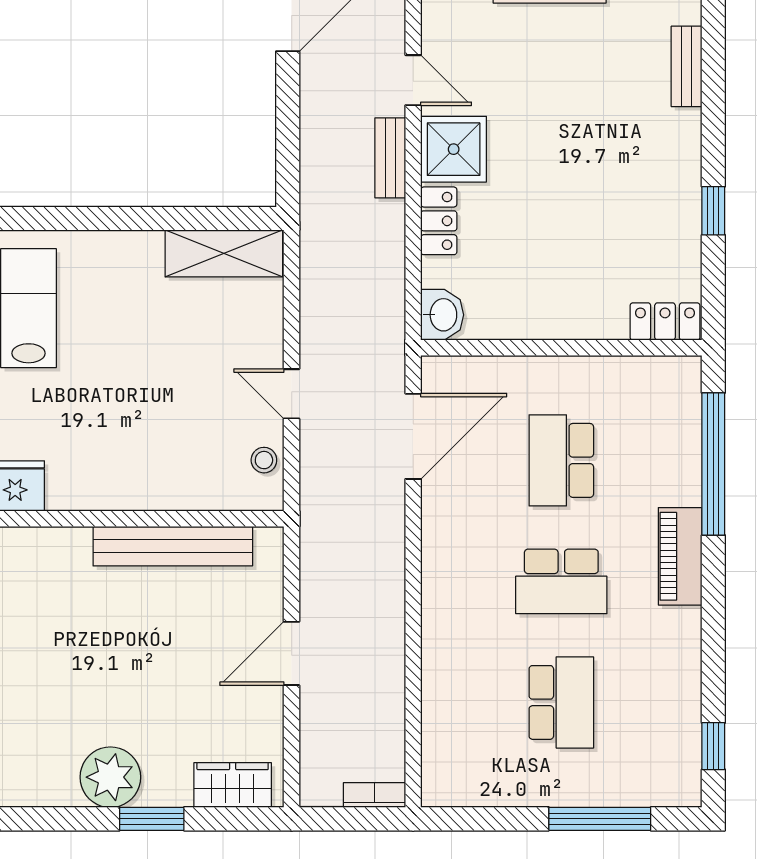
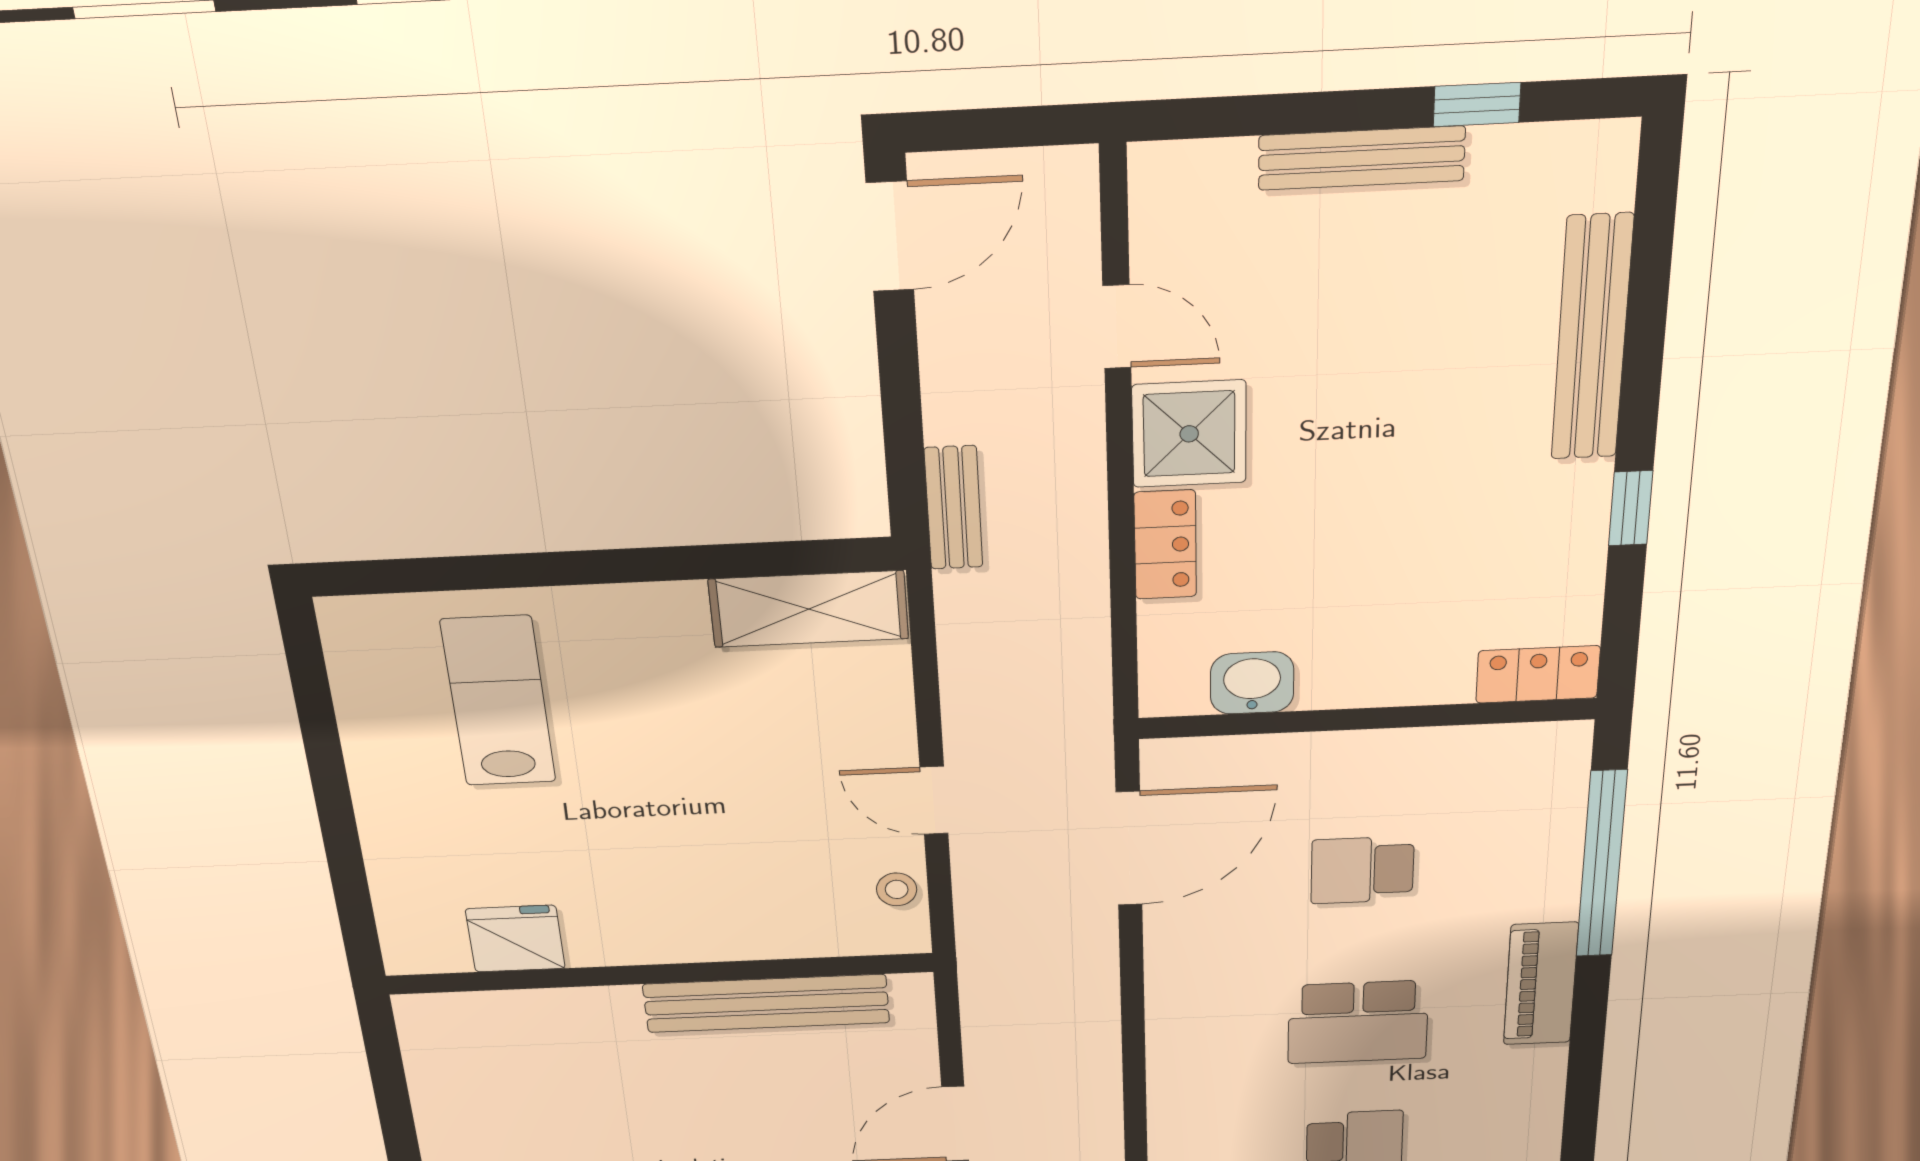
bench: (687, 66) -> (1592, 338), width x1.86, depth x1.21
bench: (390, 158) -> (954, 508), moved
washbasin: (442, 315) -> (1252, 683), moved, turned -90
school desk: (561, 460) -> (1362, 870), width x0.54

